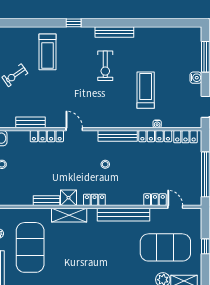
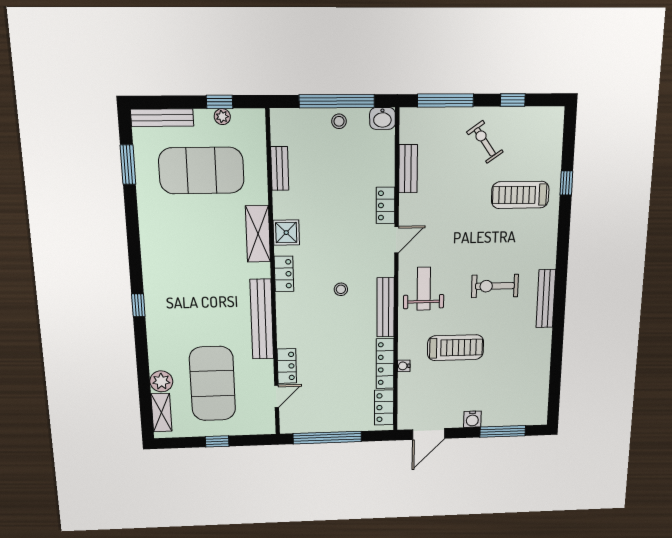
window: (74, 23) -> (566, 183), moved
weight bench: (106, 112) -> (424, 289), added
locker: (47, 136) -> (385, 205), width x0.66
bench: (47, 201) -> (280, 168), moved

